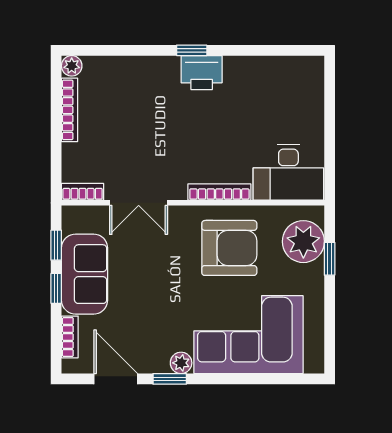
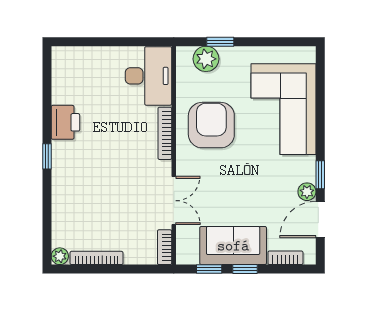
printer: (202, 73) -> (65, 122), moved
plant: (303, 242) -> (206, 59), width x0.73, depth x0.73
plant: (181, 363) -> (307, 192), moved

